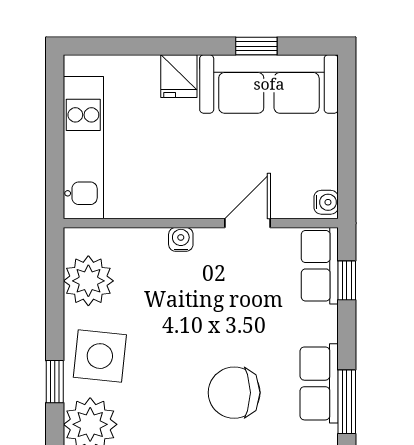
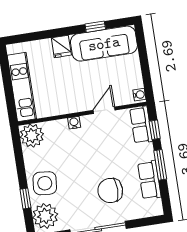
plant: (88, 281) -> (32, 136), moved
window: (347, 402) -> (160, 165), moved

